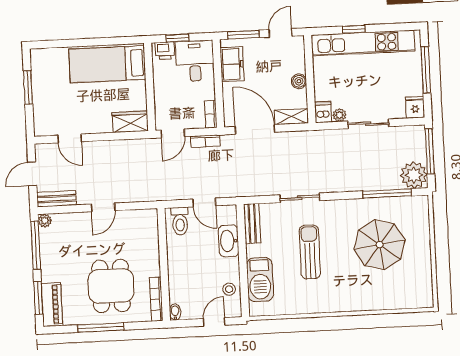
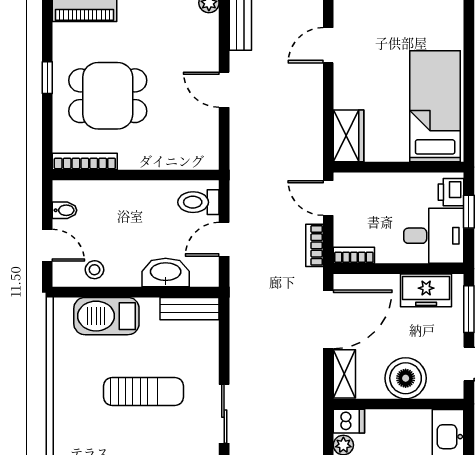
boiler: (299, 81) -> (406, 378), width x1.86, depth x1.86
sliding door: (300, 198) -> (224, 414), moved
bidet: (175, 312) -> (65, 210), moved
window: (101, 327) -> (47, 78), width x0.46

